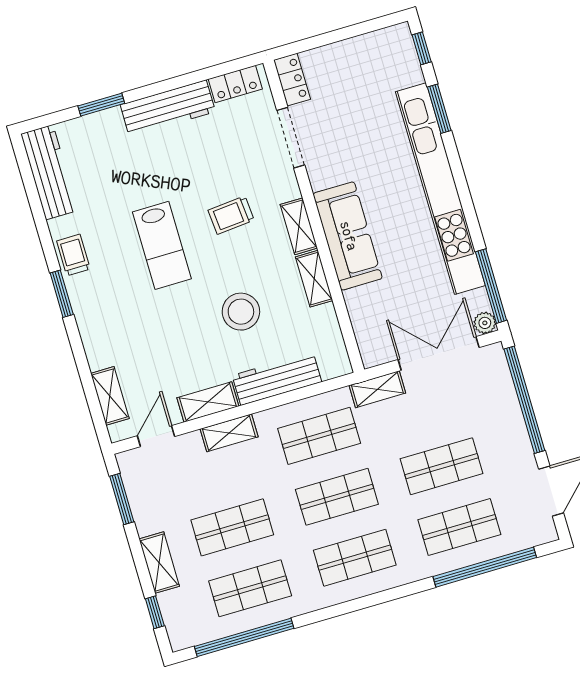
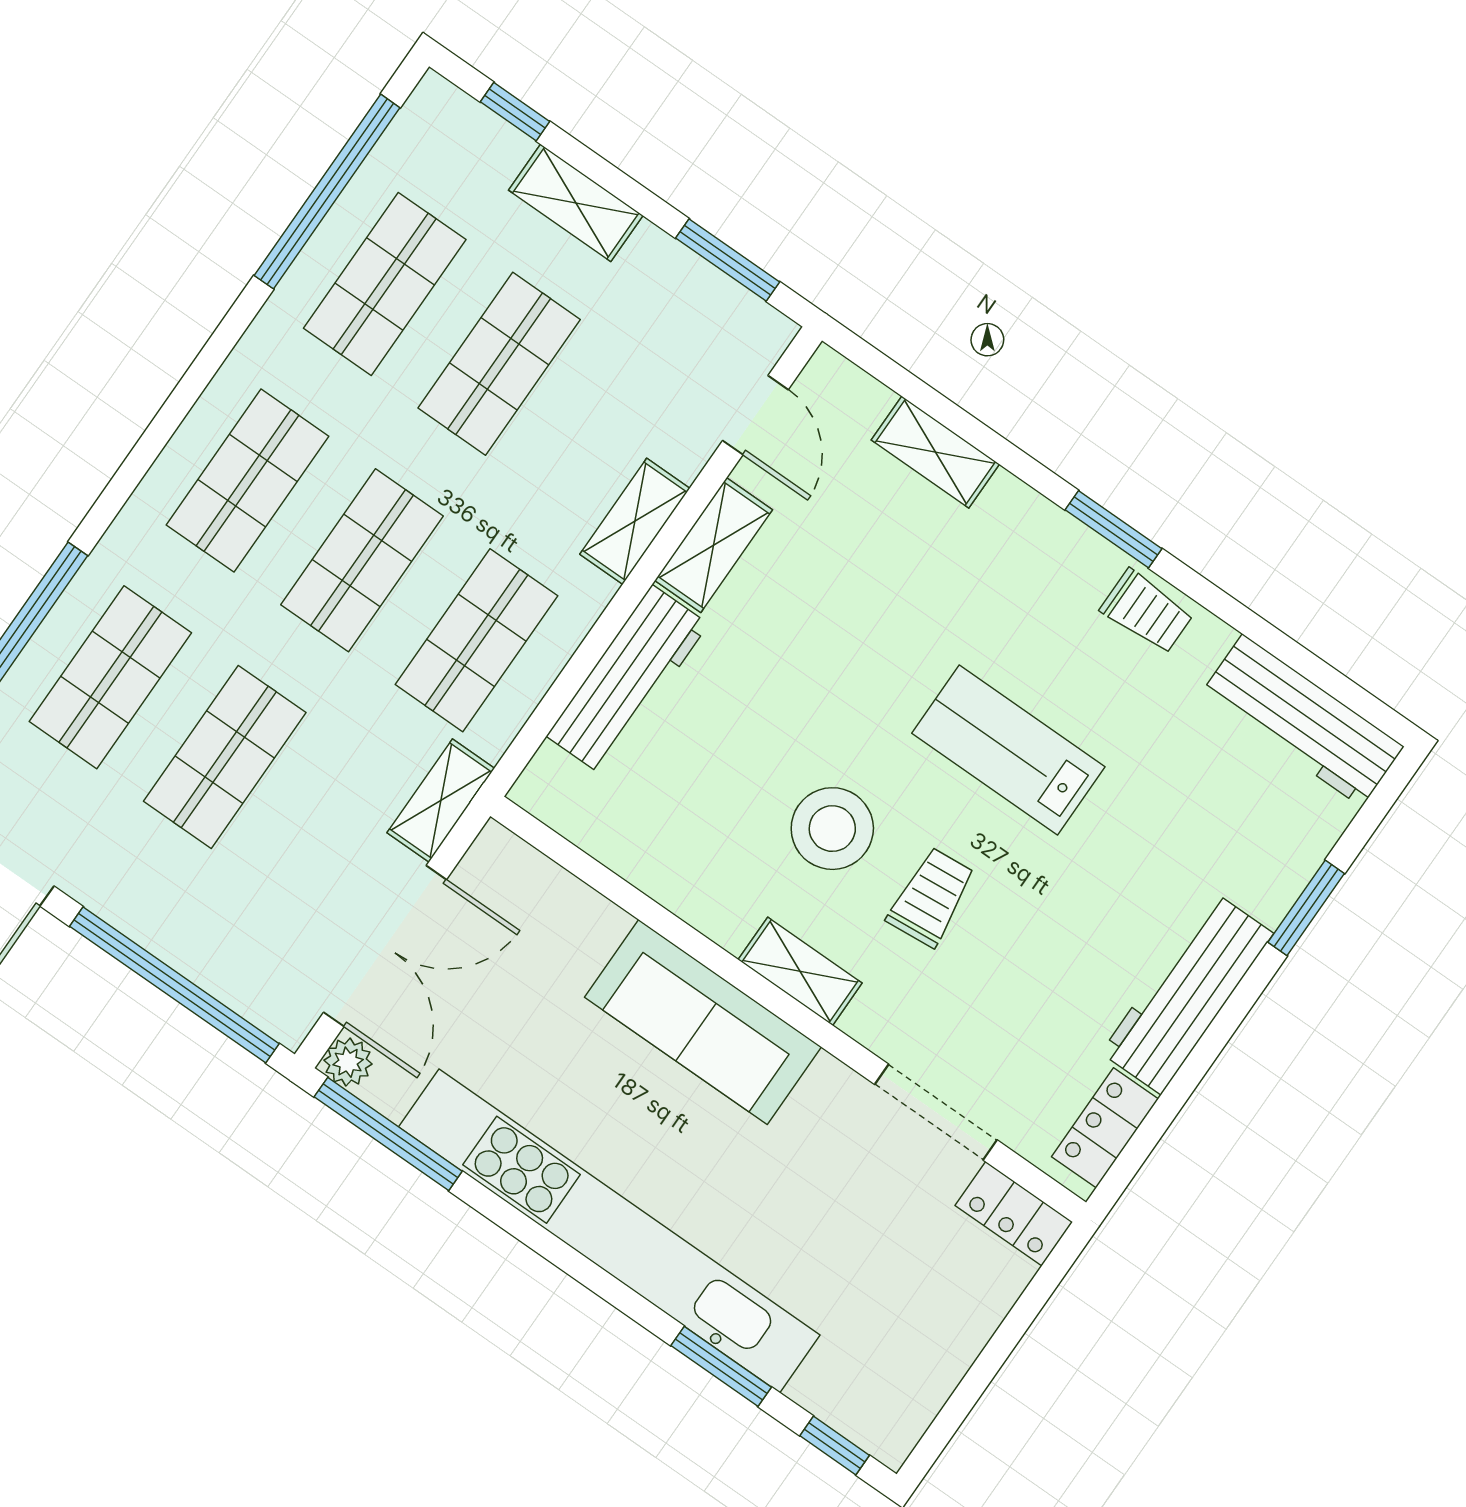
shelving: (314, 279) -> (702, 903), removed
stool: (241, 312) -> (832, 829), moved
shelving: (110, 396) -> (935, 452), moved

